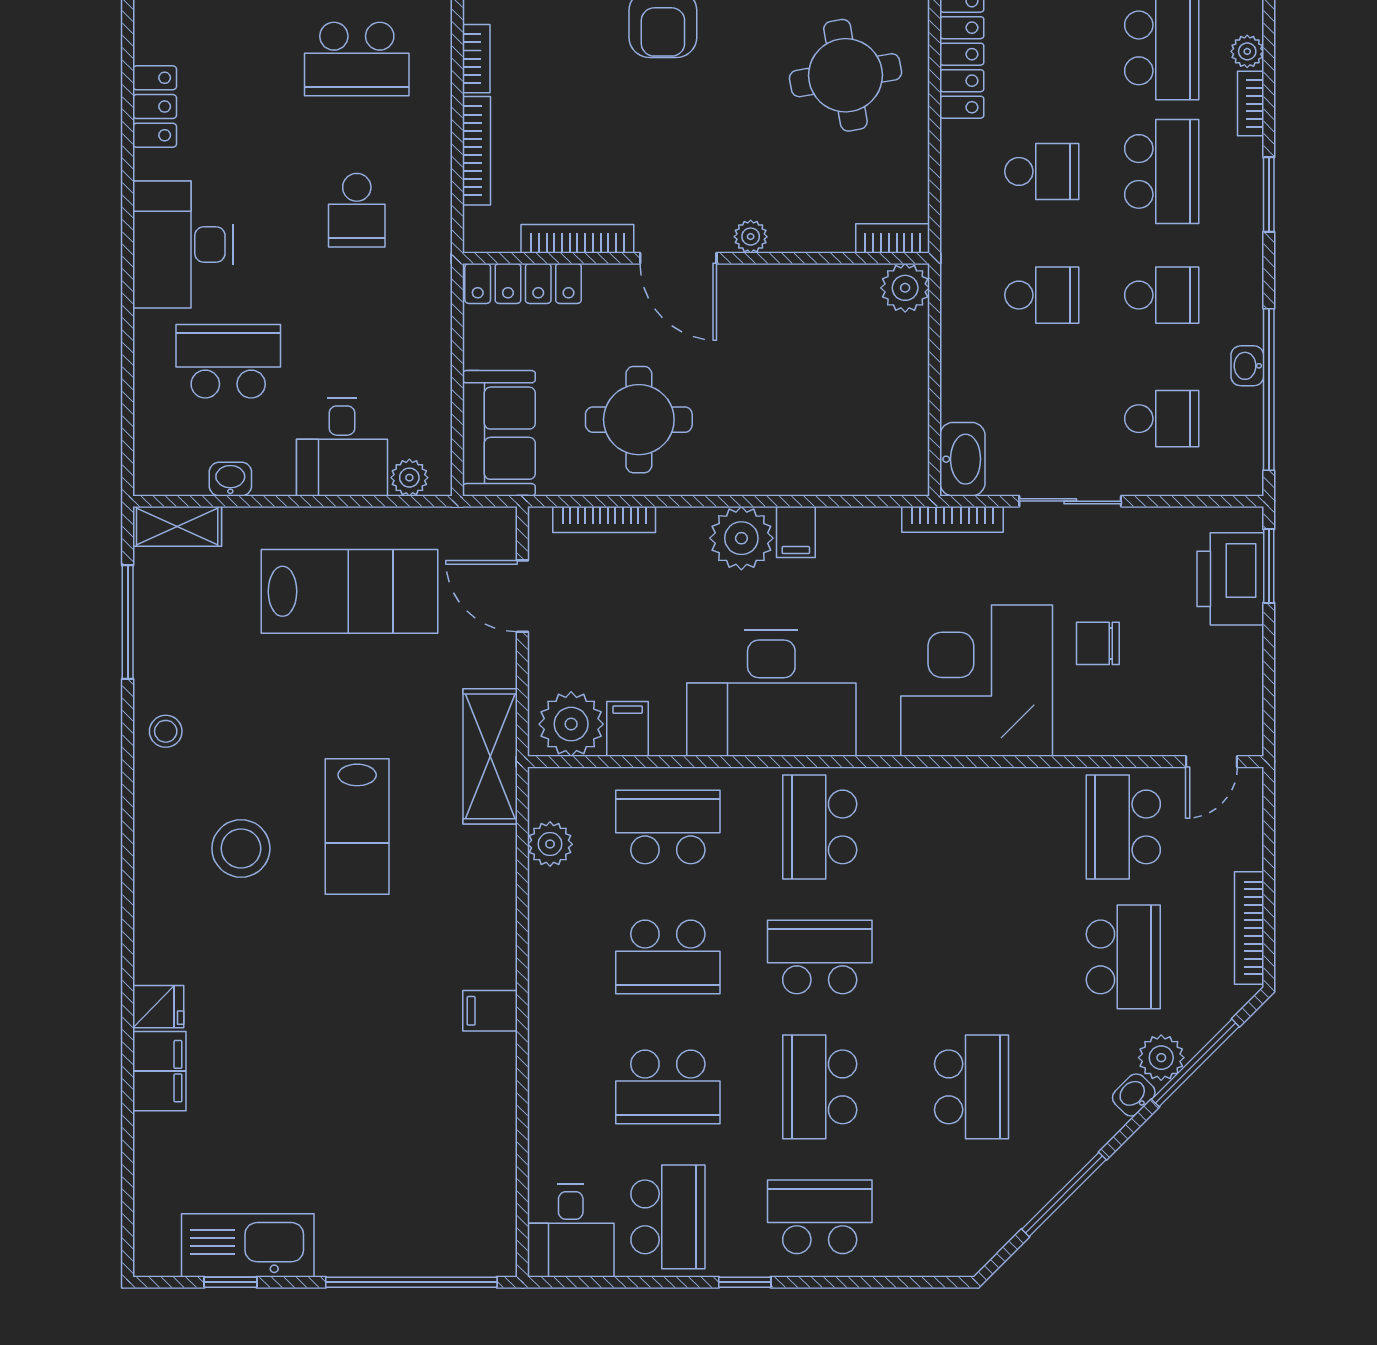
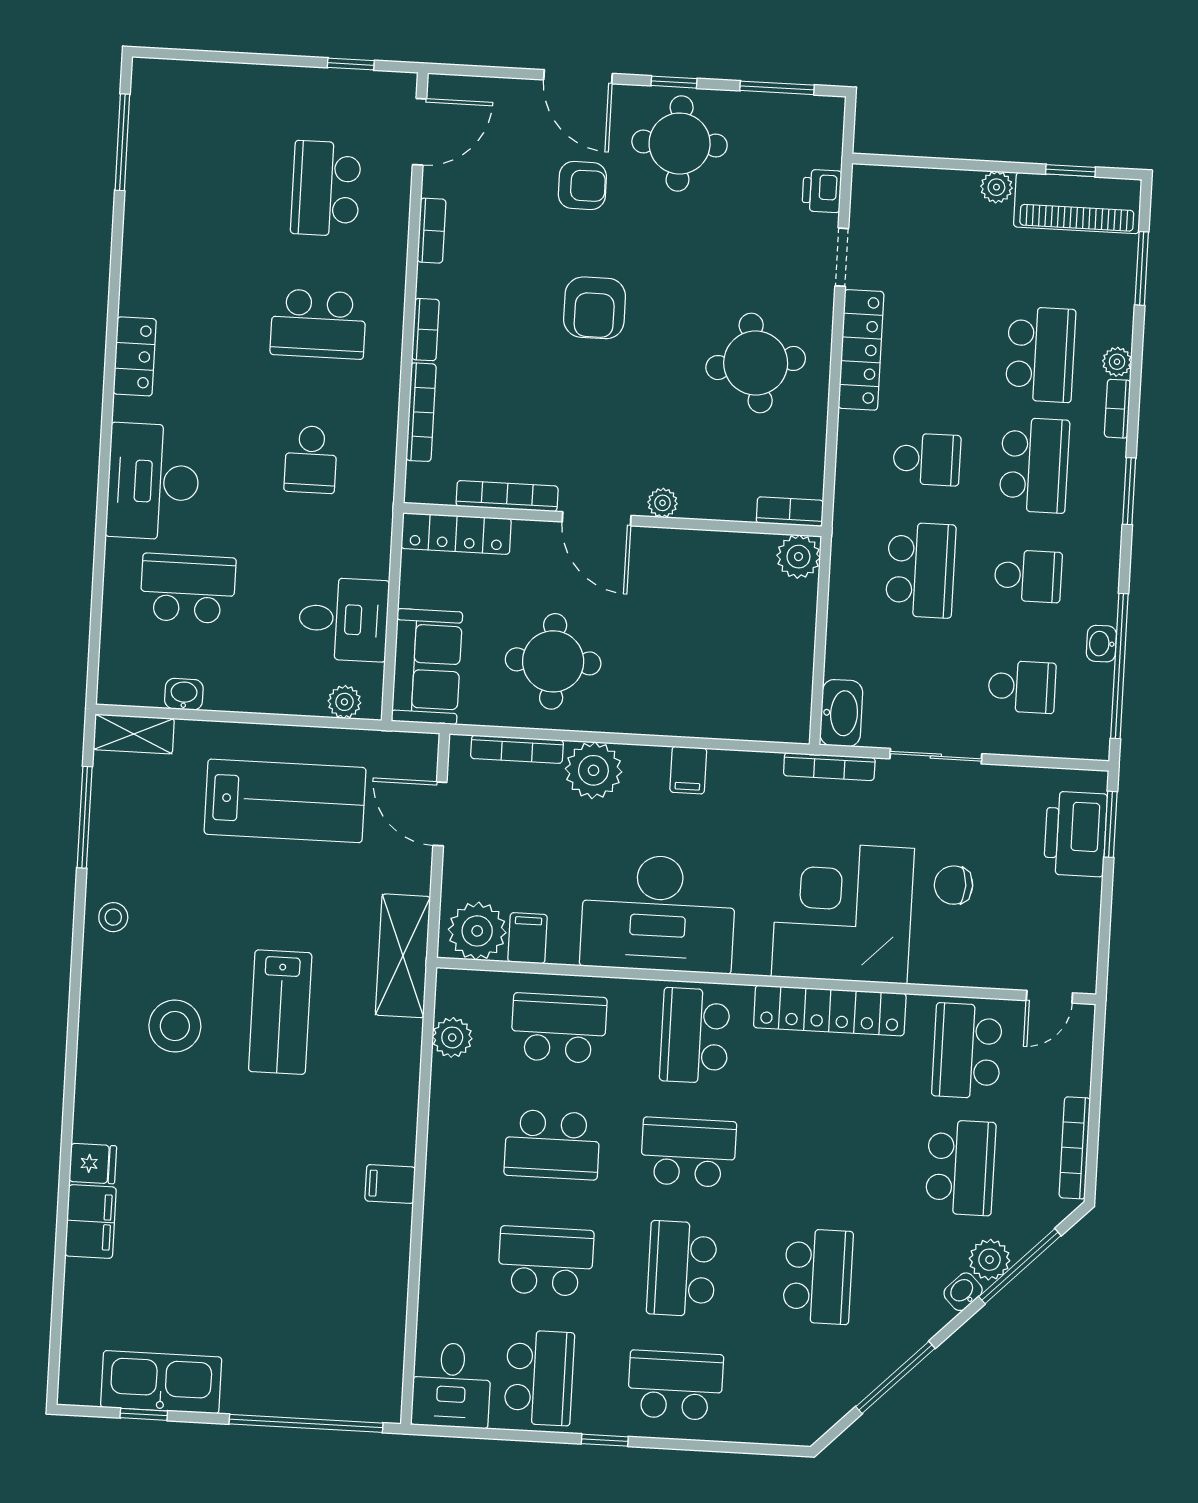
school desk: (1042, 295) -> (921, 570), width x1.85
desk: (342, 447) -> (344, 619), moved, turned -90
plant: (741, 538) -> (593, 770), moved
locker: (968, 791) -> (830, 1010), added
school desk: (668, 1087) -> (546, 1261), turned 180

